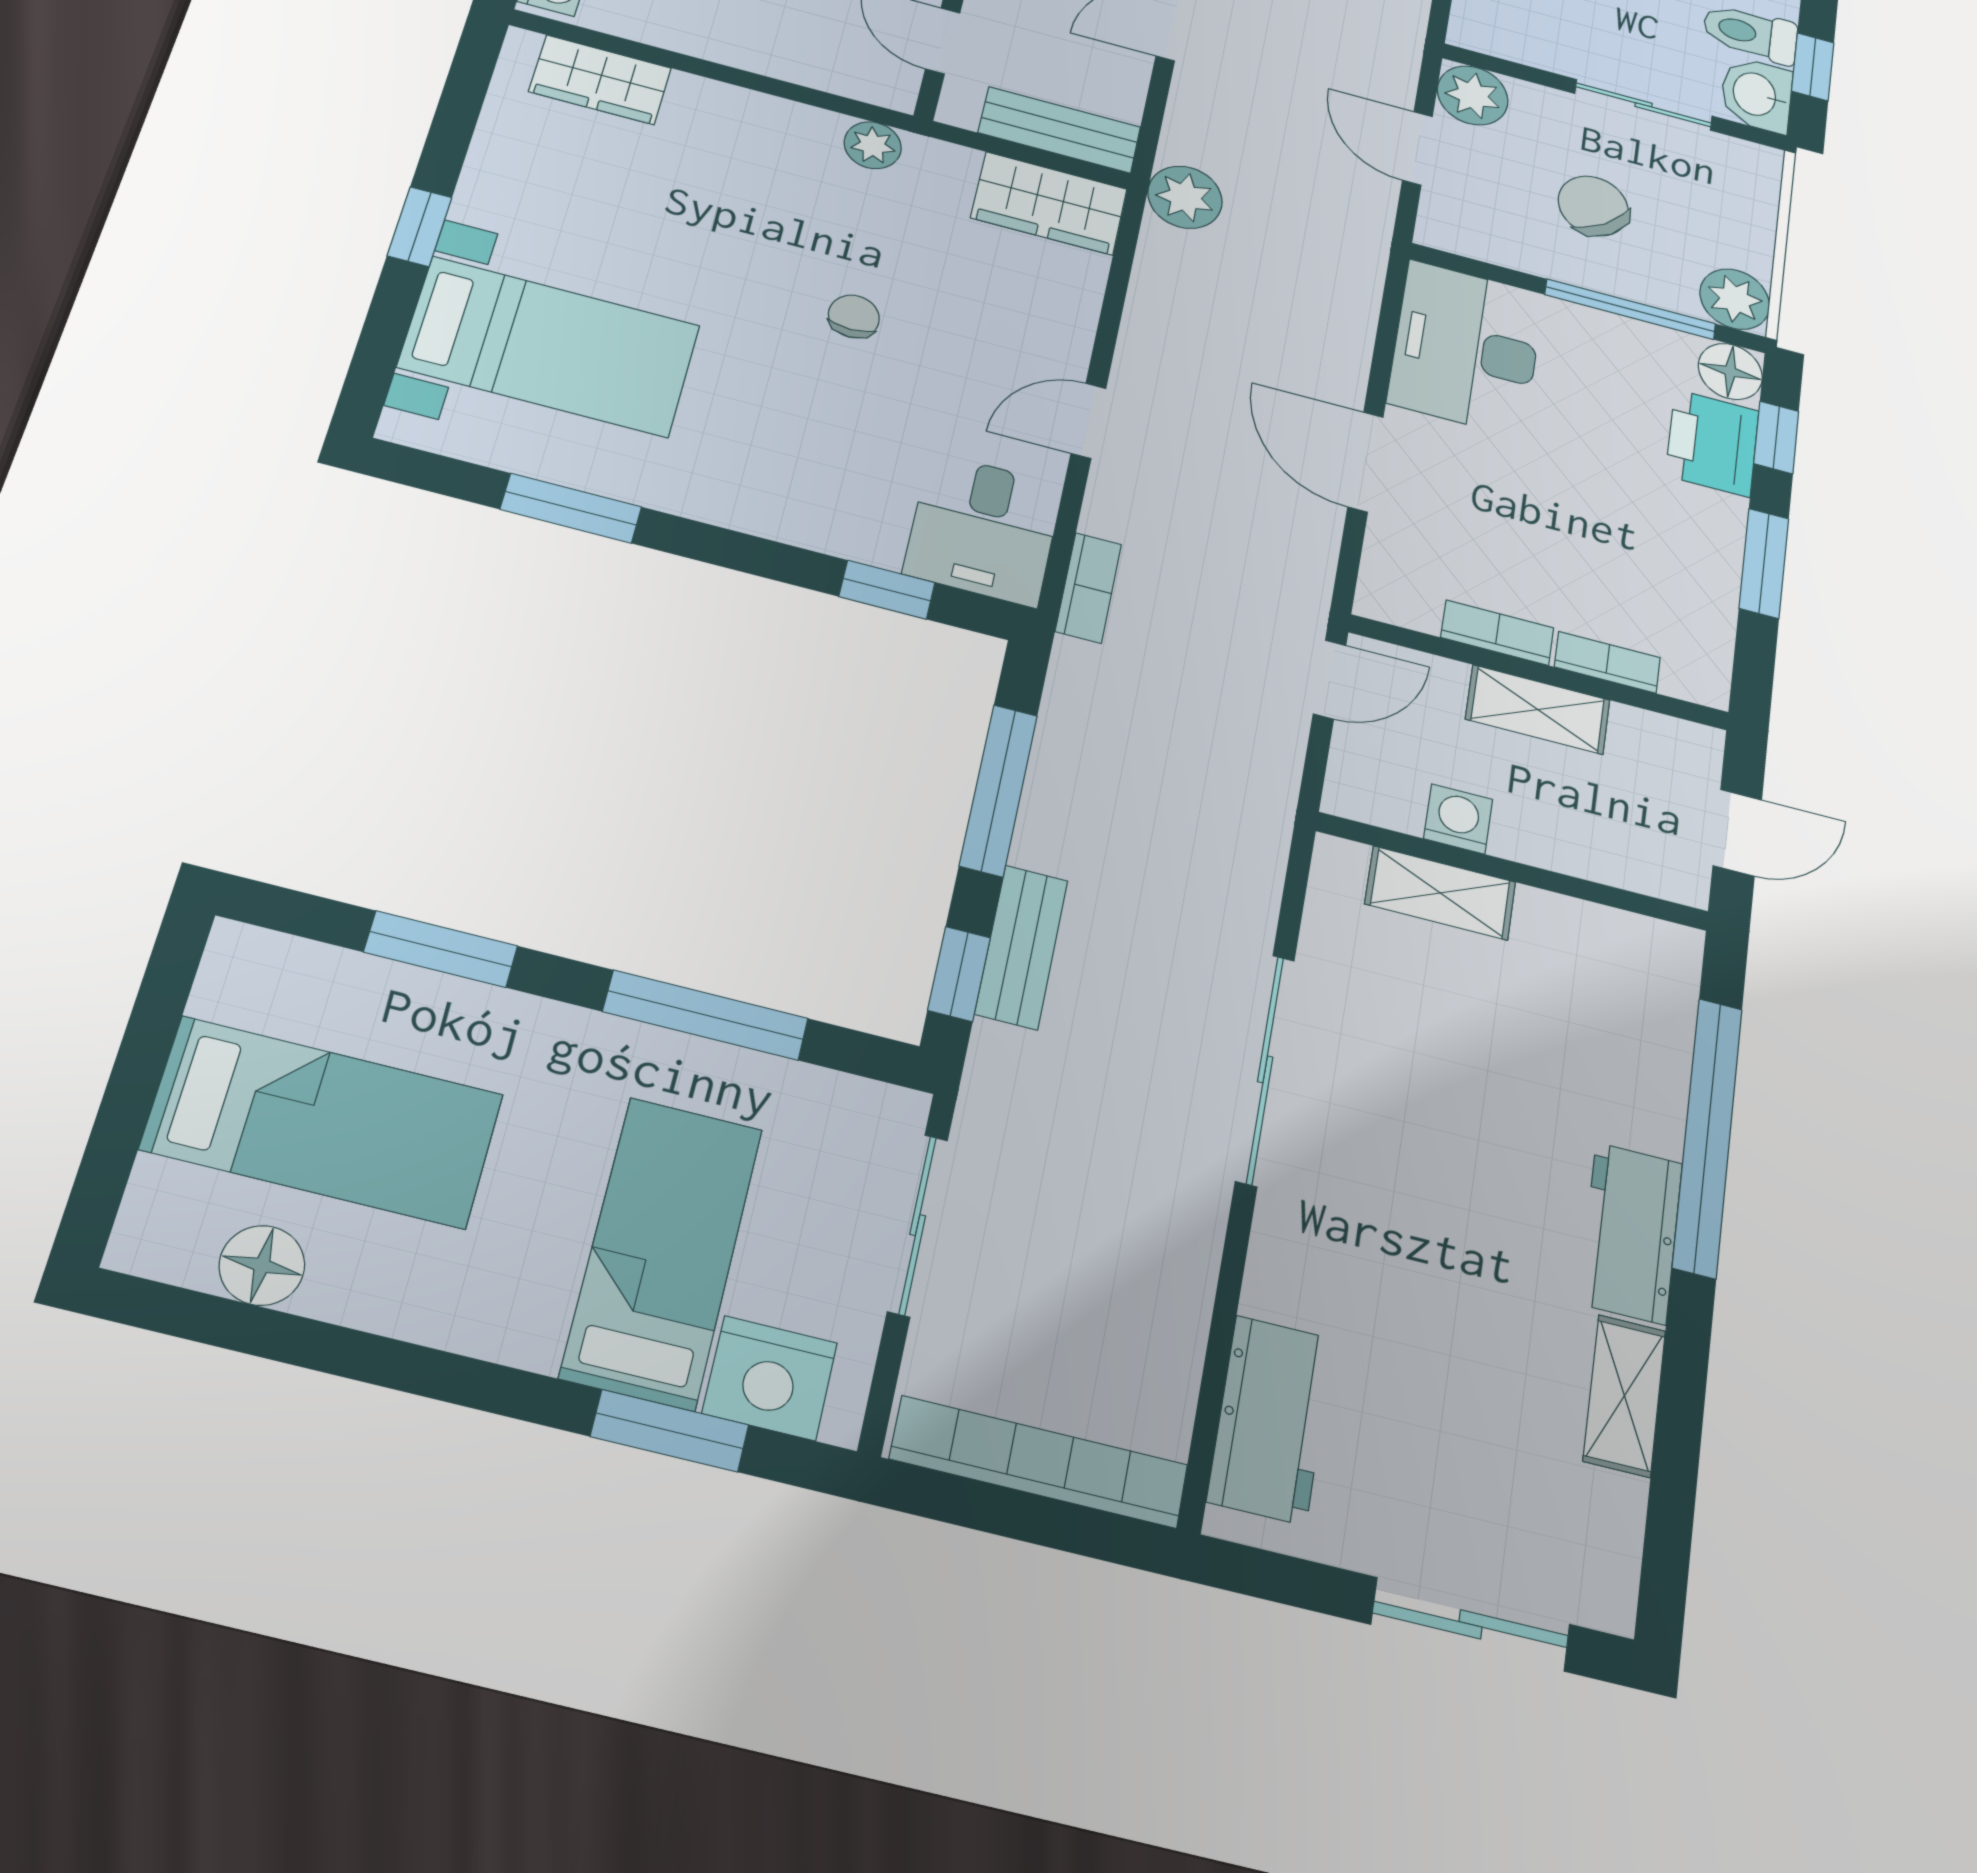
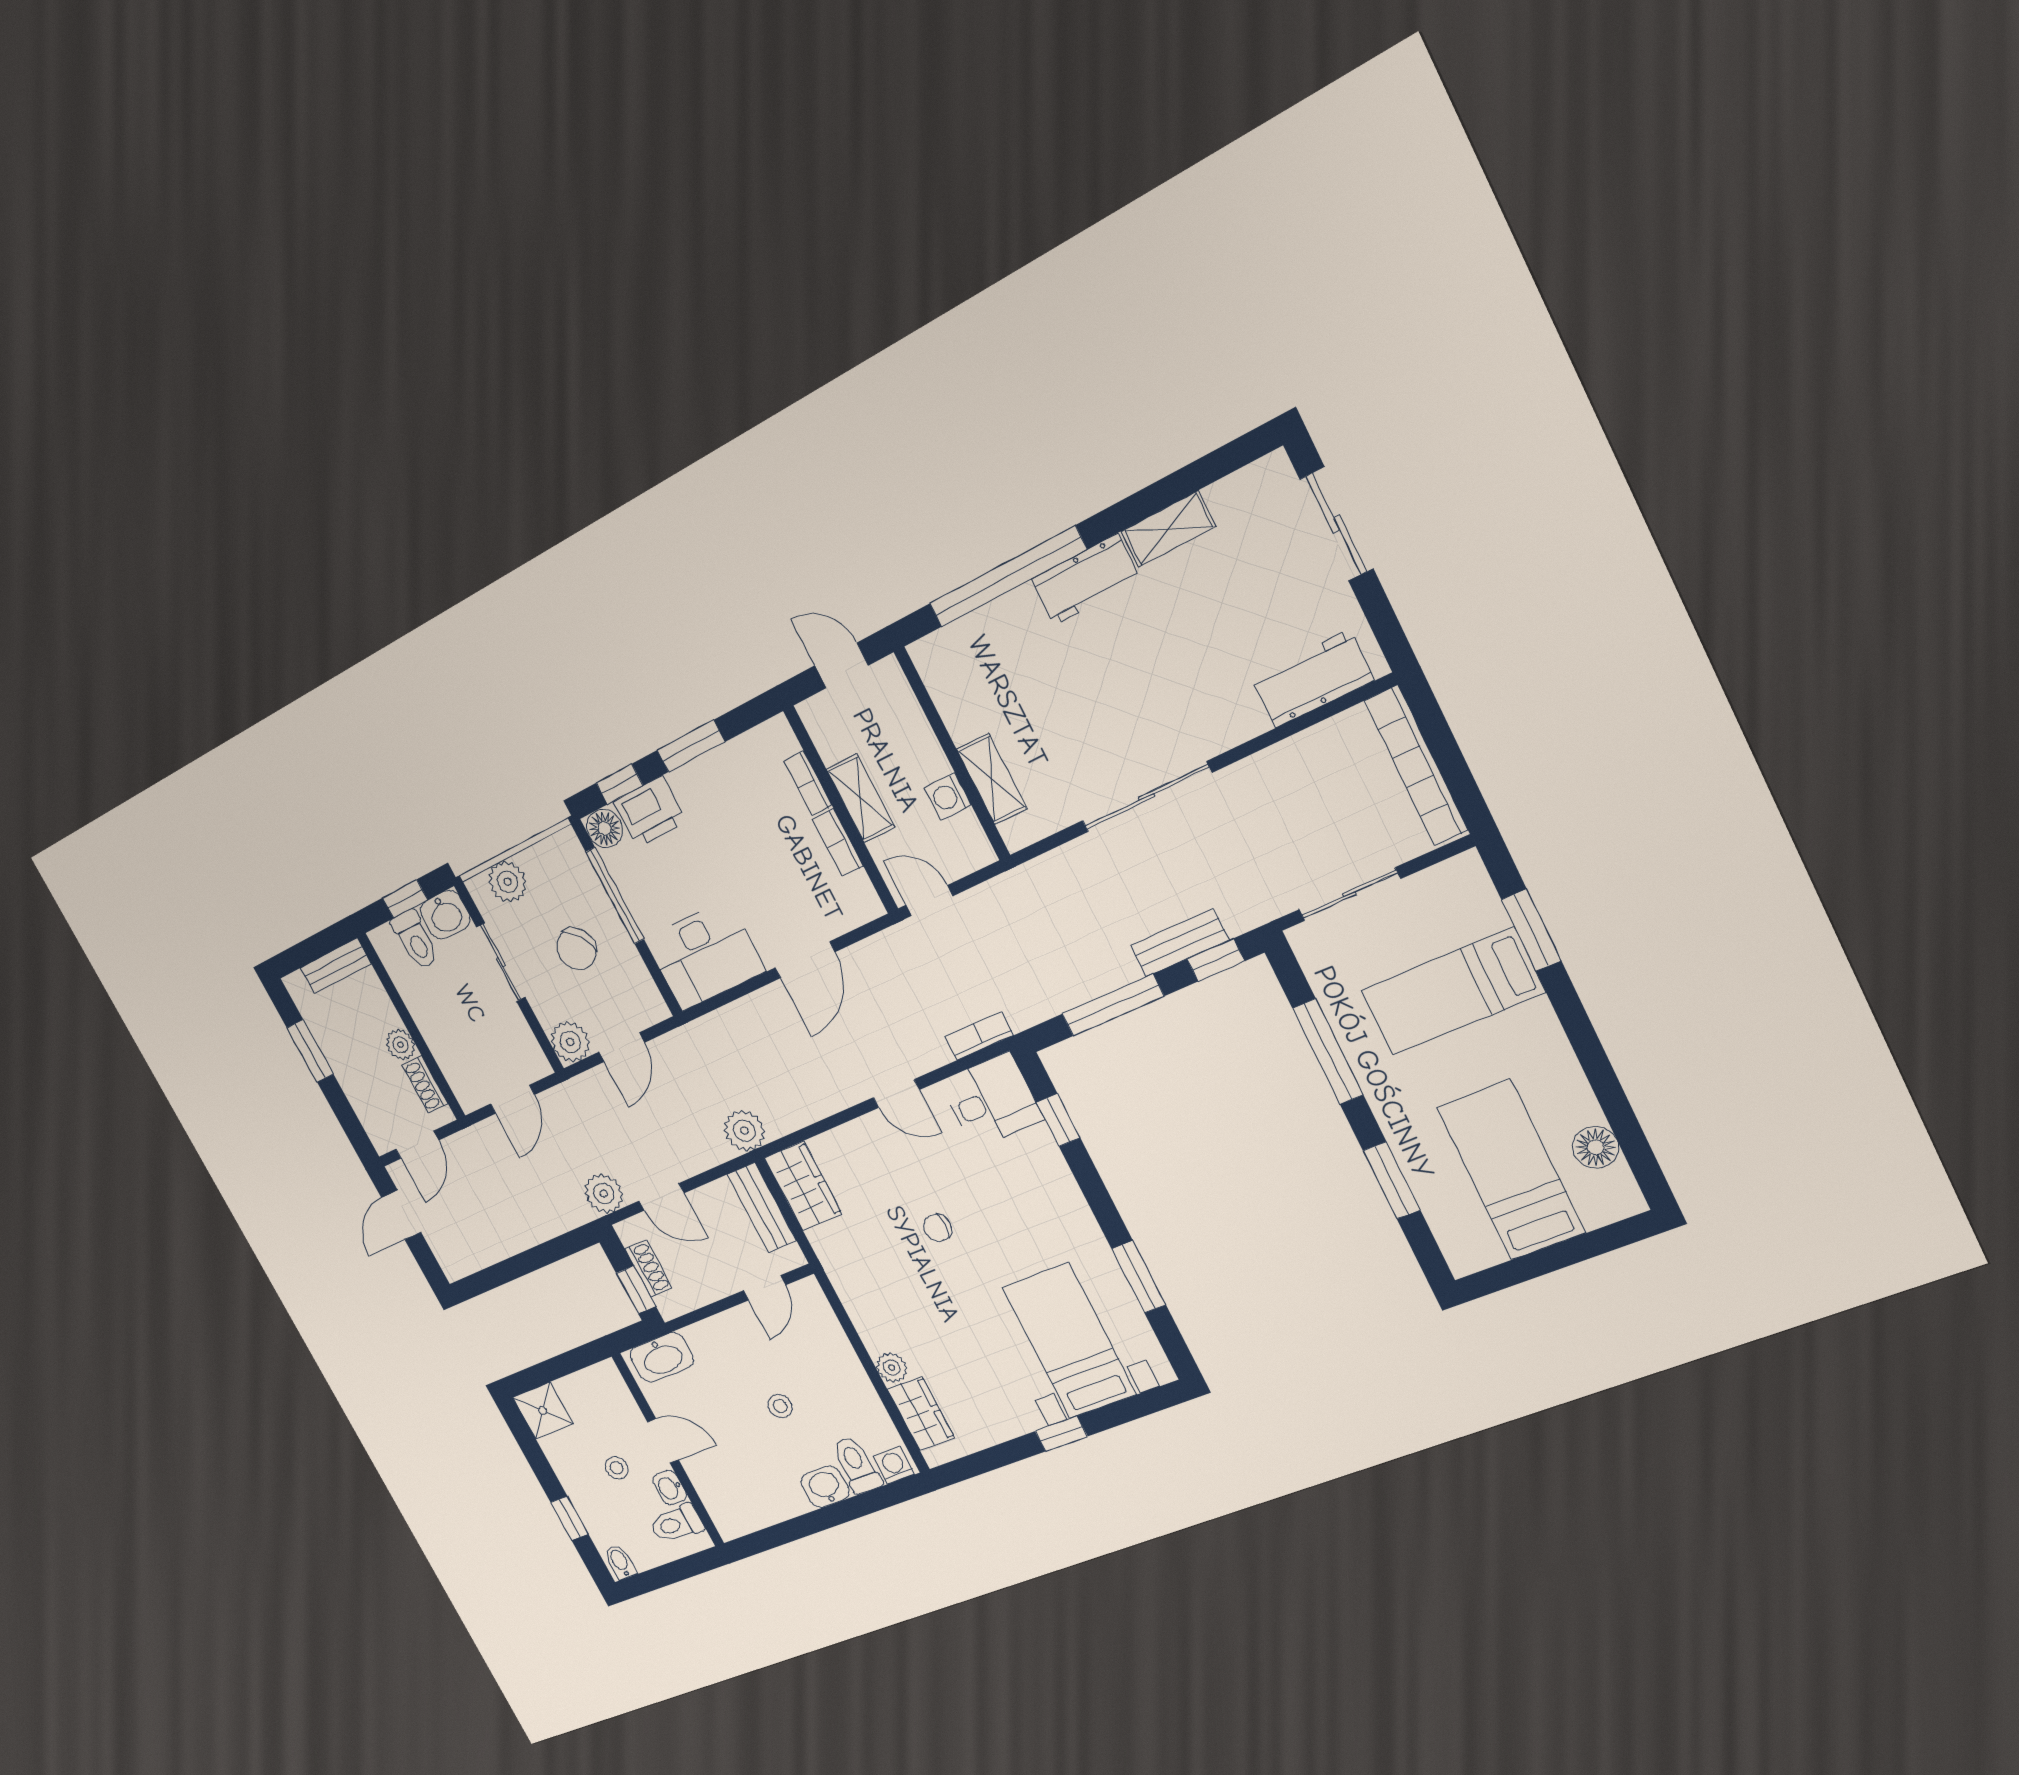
plant: (873, 145) -> (892, 1367), moved
plant: (1735, 299) -> (508, 882), moved
nightstand: (770, 1378) -> (1473, 906), removed

